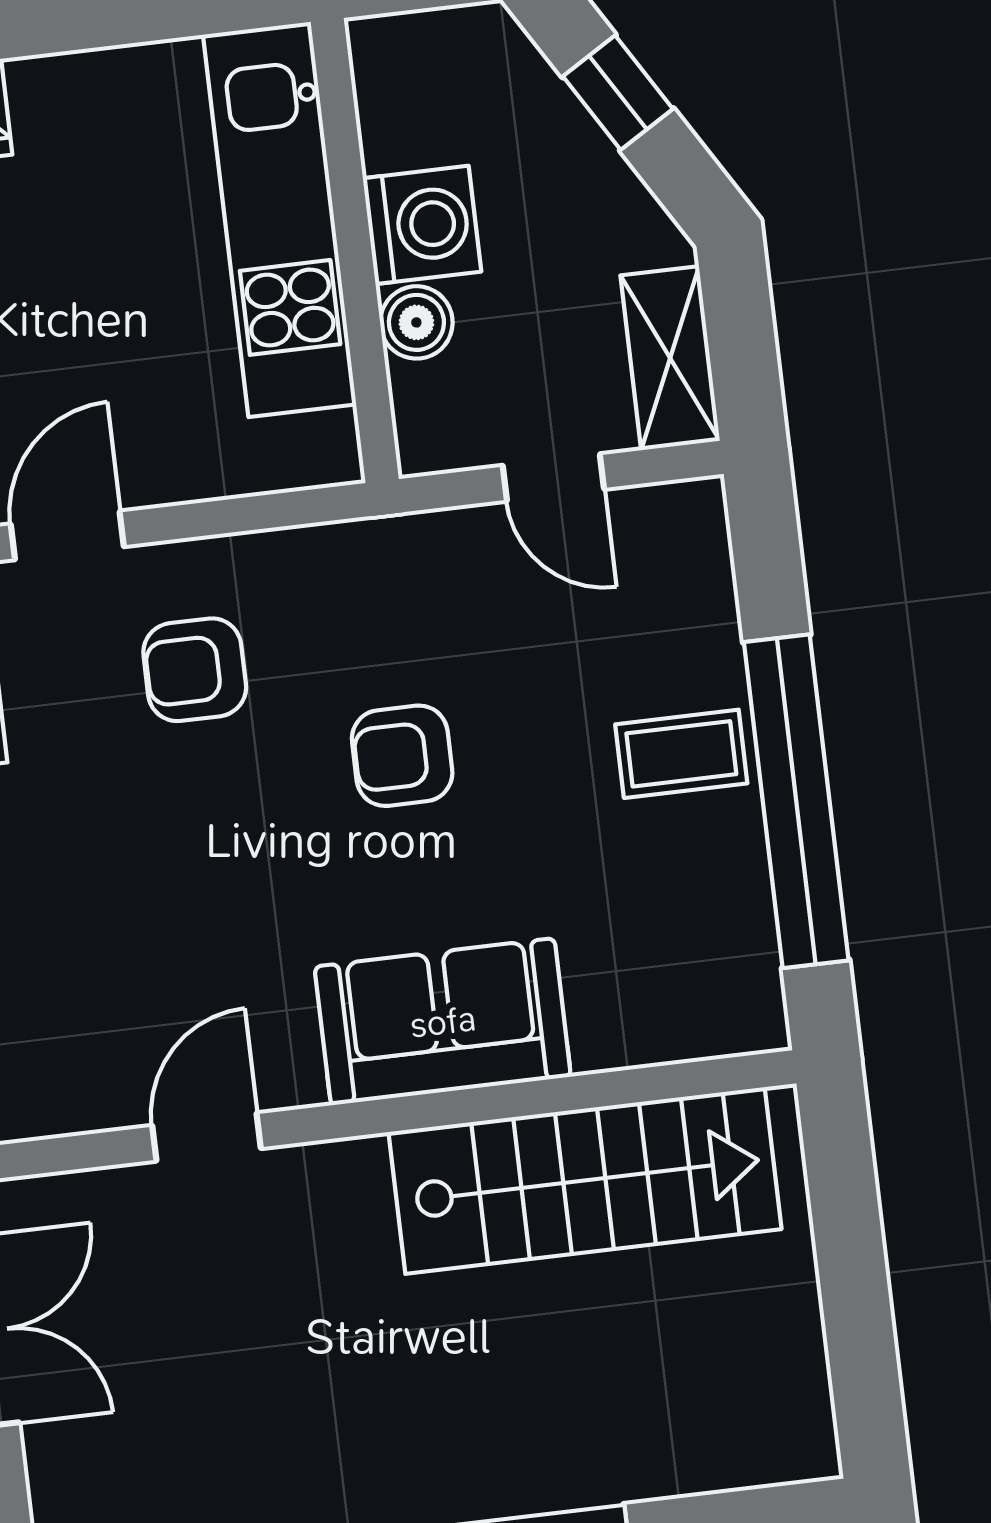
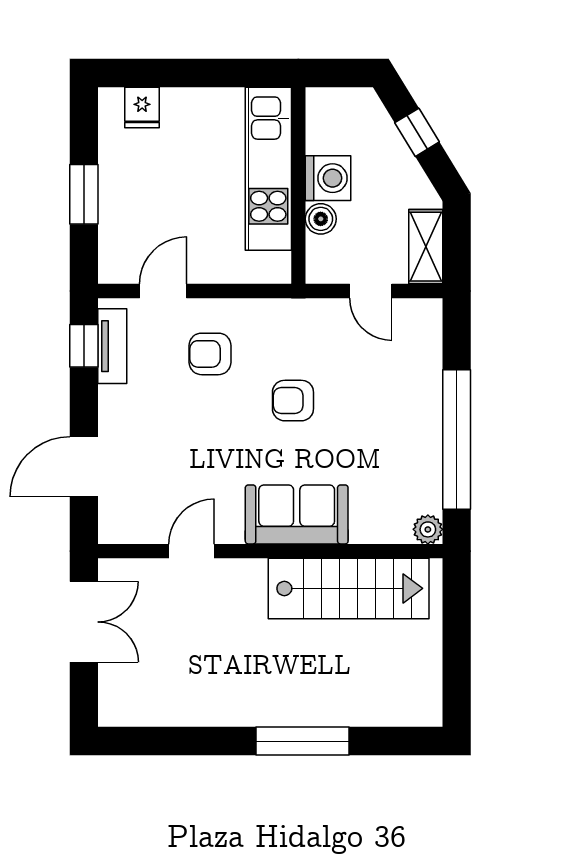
coffee table: (681, 754) -> (411, 414), removed
plant: (754, 1020) -> (428, 529), added

